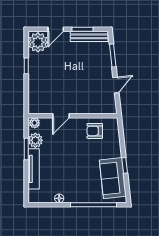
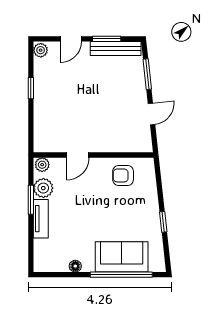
plant: (38, 42) -> (41, 50), width x0.53, depth x0.53
tv unit: (34, 169) -> (41, 219), width x0.71
sofa: (113, 178) -> (122, 257), moved, turned 96

